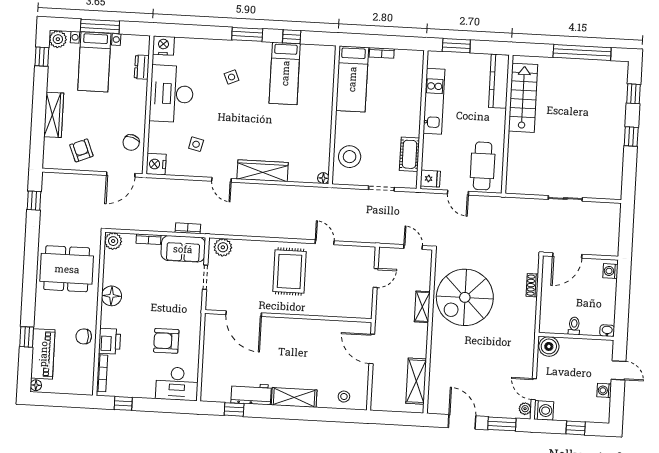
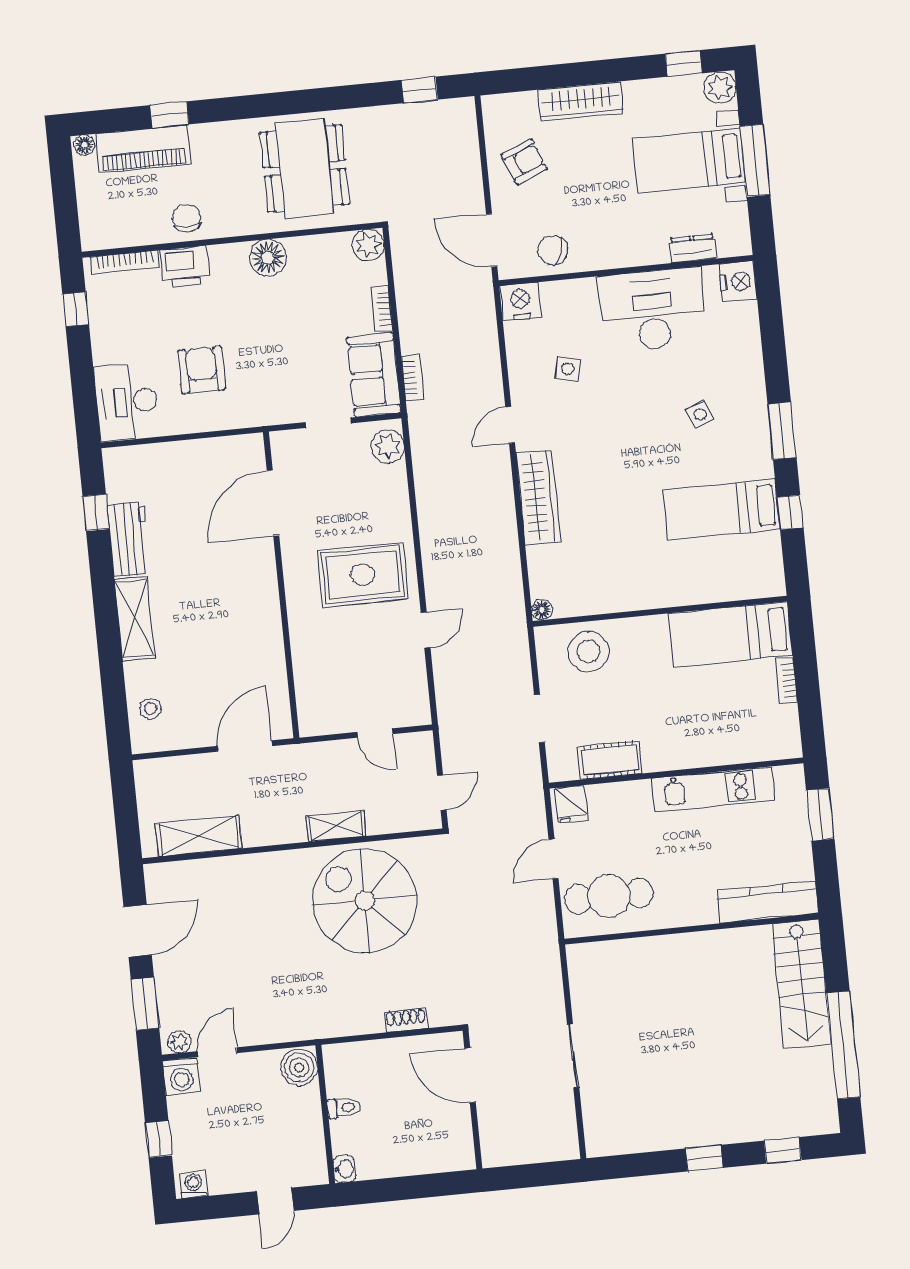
stairs: (523, 98) -> (802, 984), moved, turned 90
washing machine: (610, 271) -> (454, 1158), removed
washing machine: (604, 390) -> (193, 1185), moved

